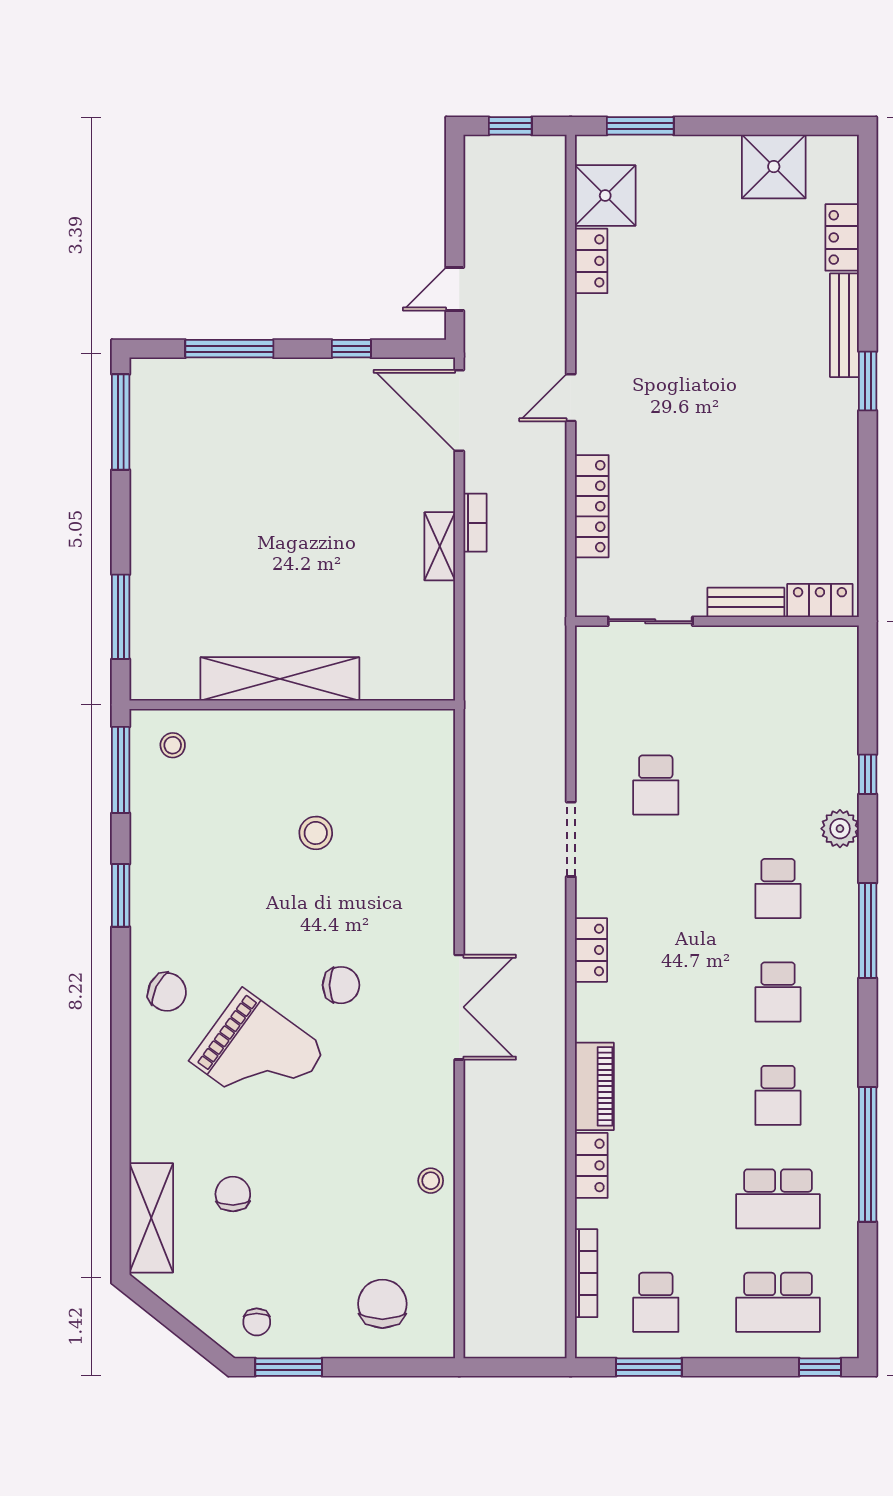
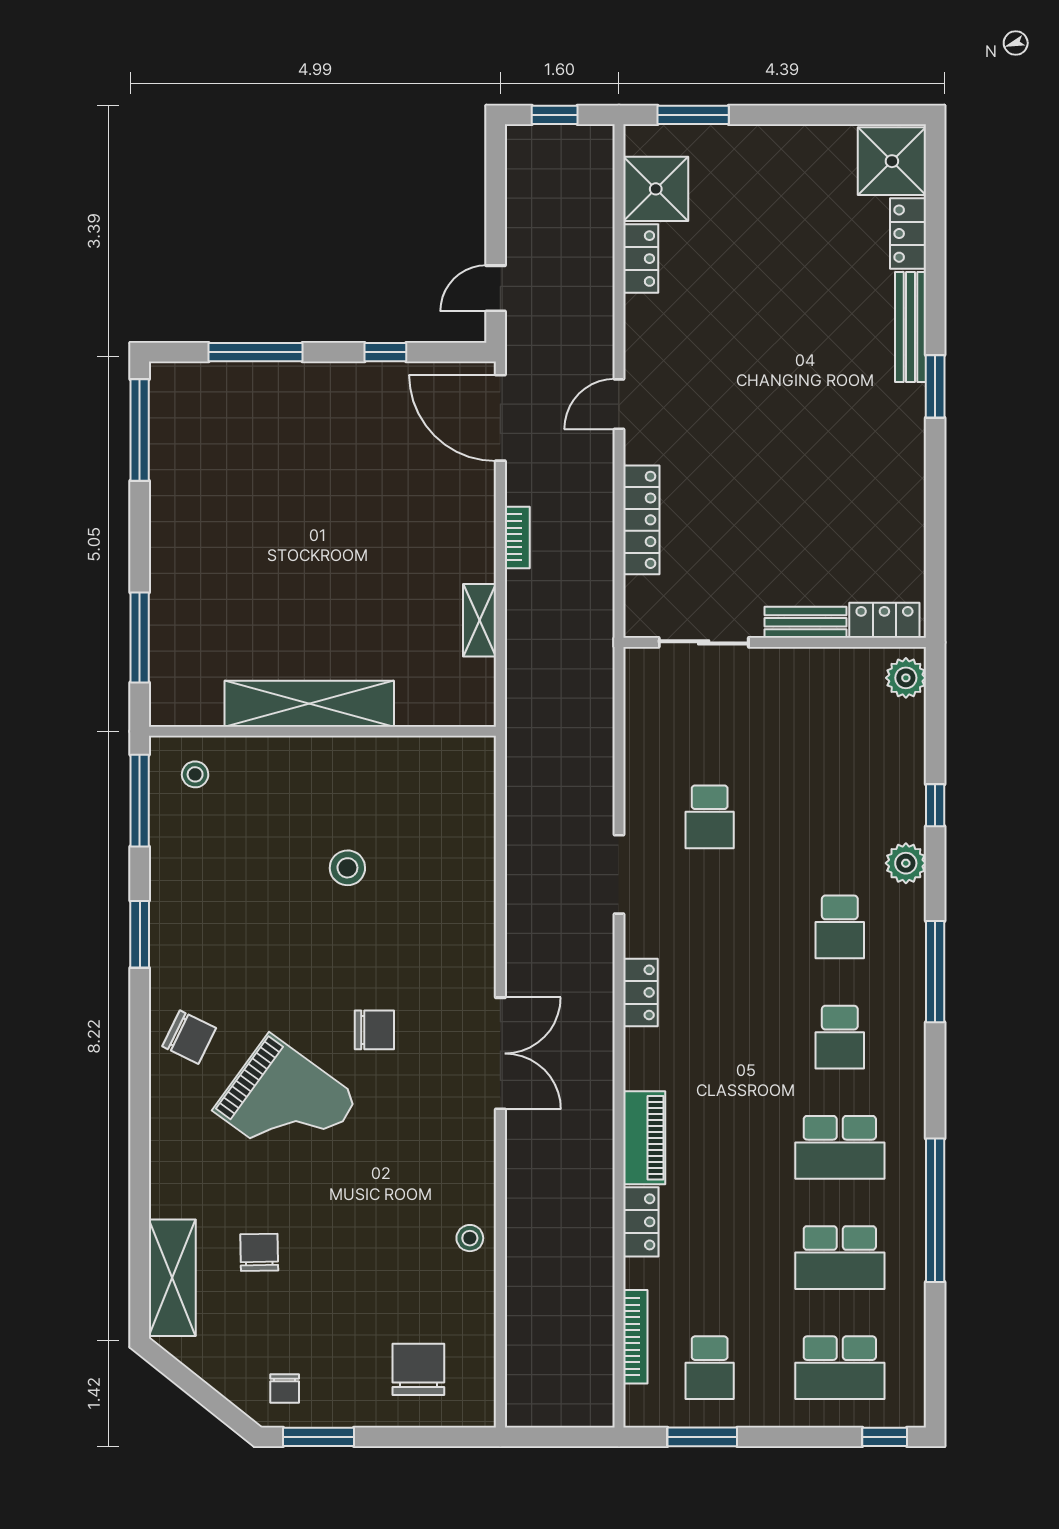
shower: (774, 167) -> (892, 161), moved
shelving: (440, 546) -> (480, 620), moved
plant: (840, 655) -> (906, 678), added
school desk: (778, 1095) -> (840, 1147), width x1.85

